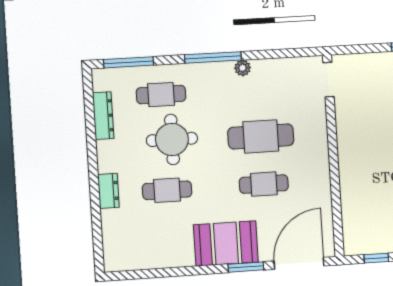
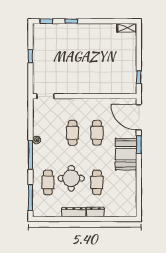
dresser: (103, 116) -> (74, 212), moved
cafe table: (261, 136) -> (72, 133), width x0.73, depth x0.74

